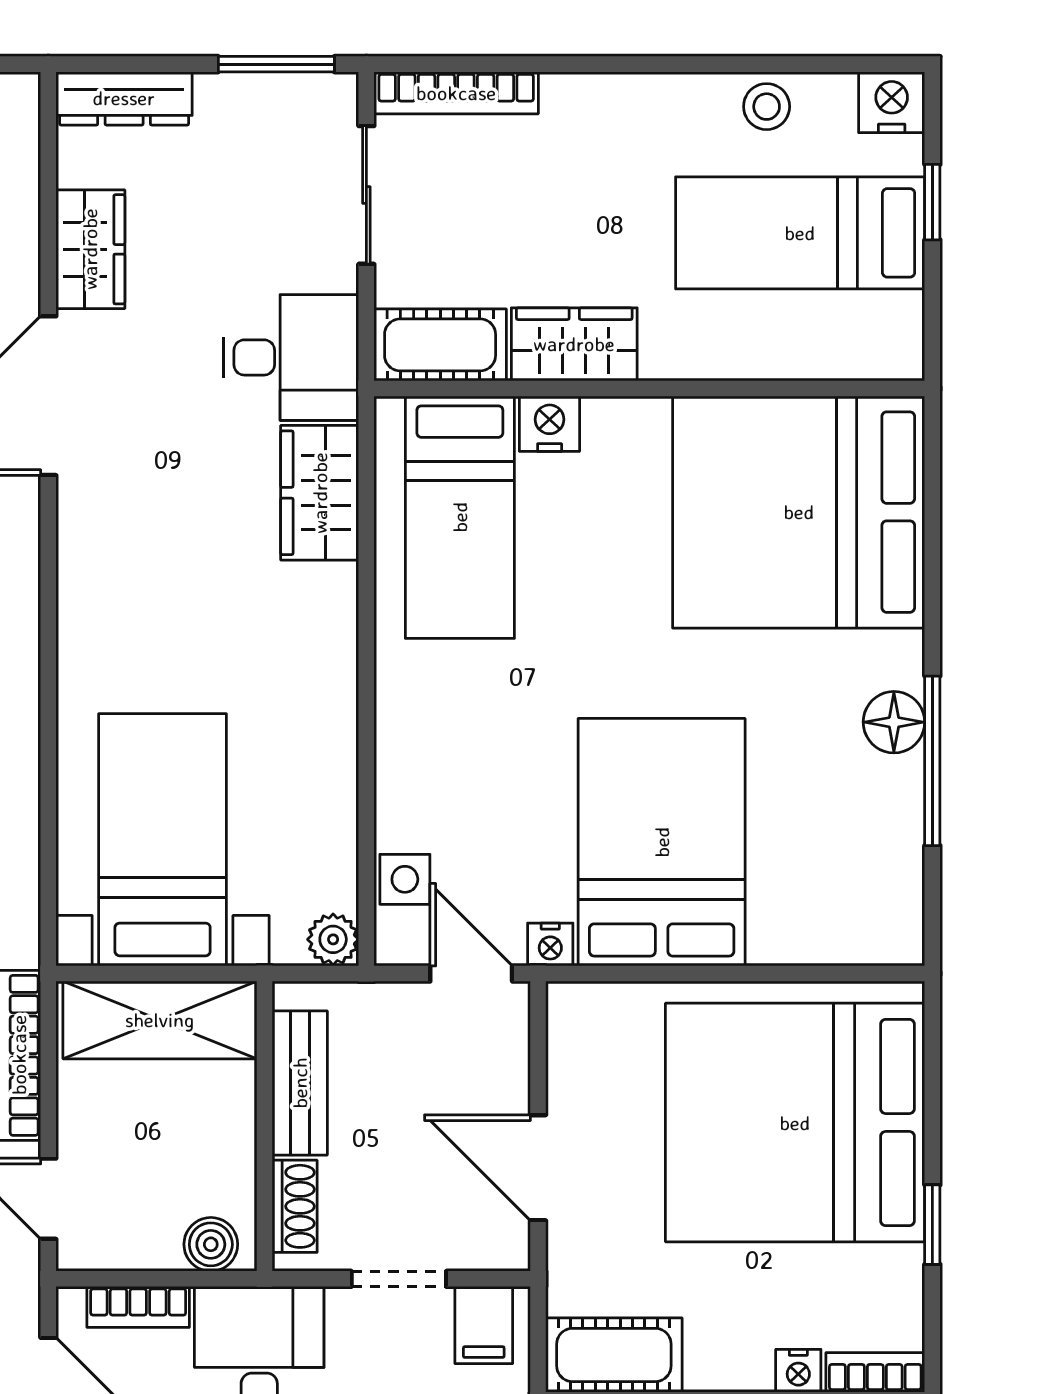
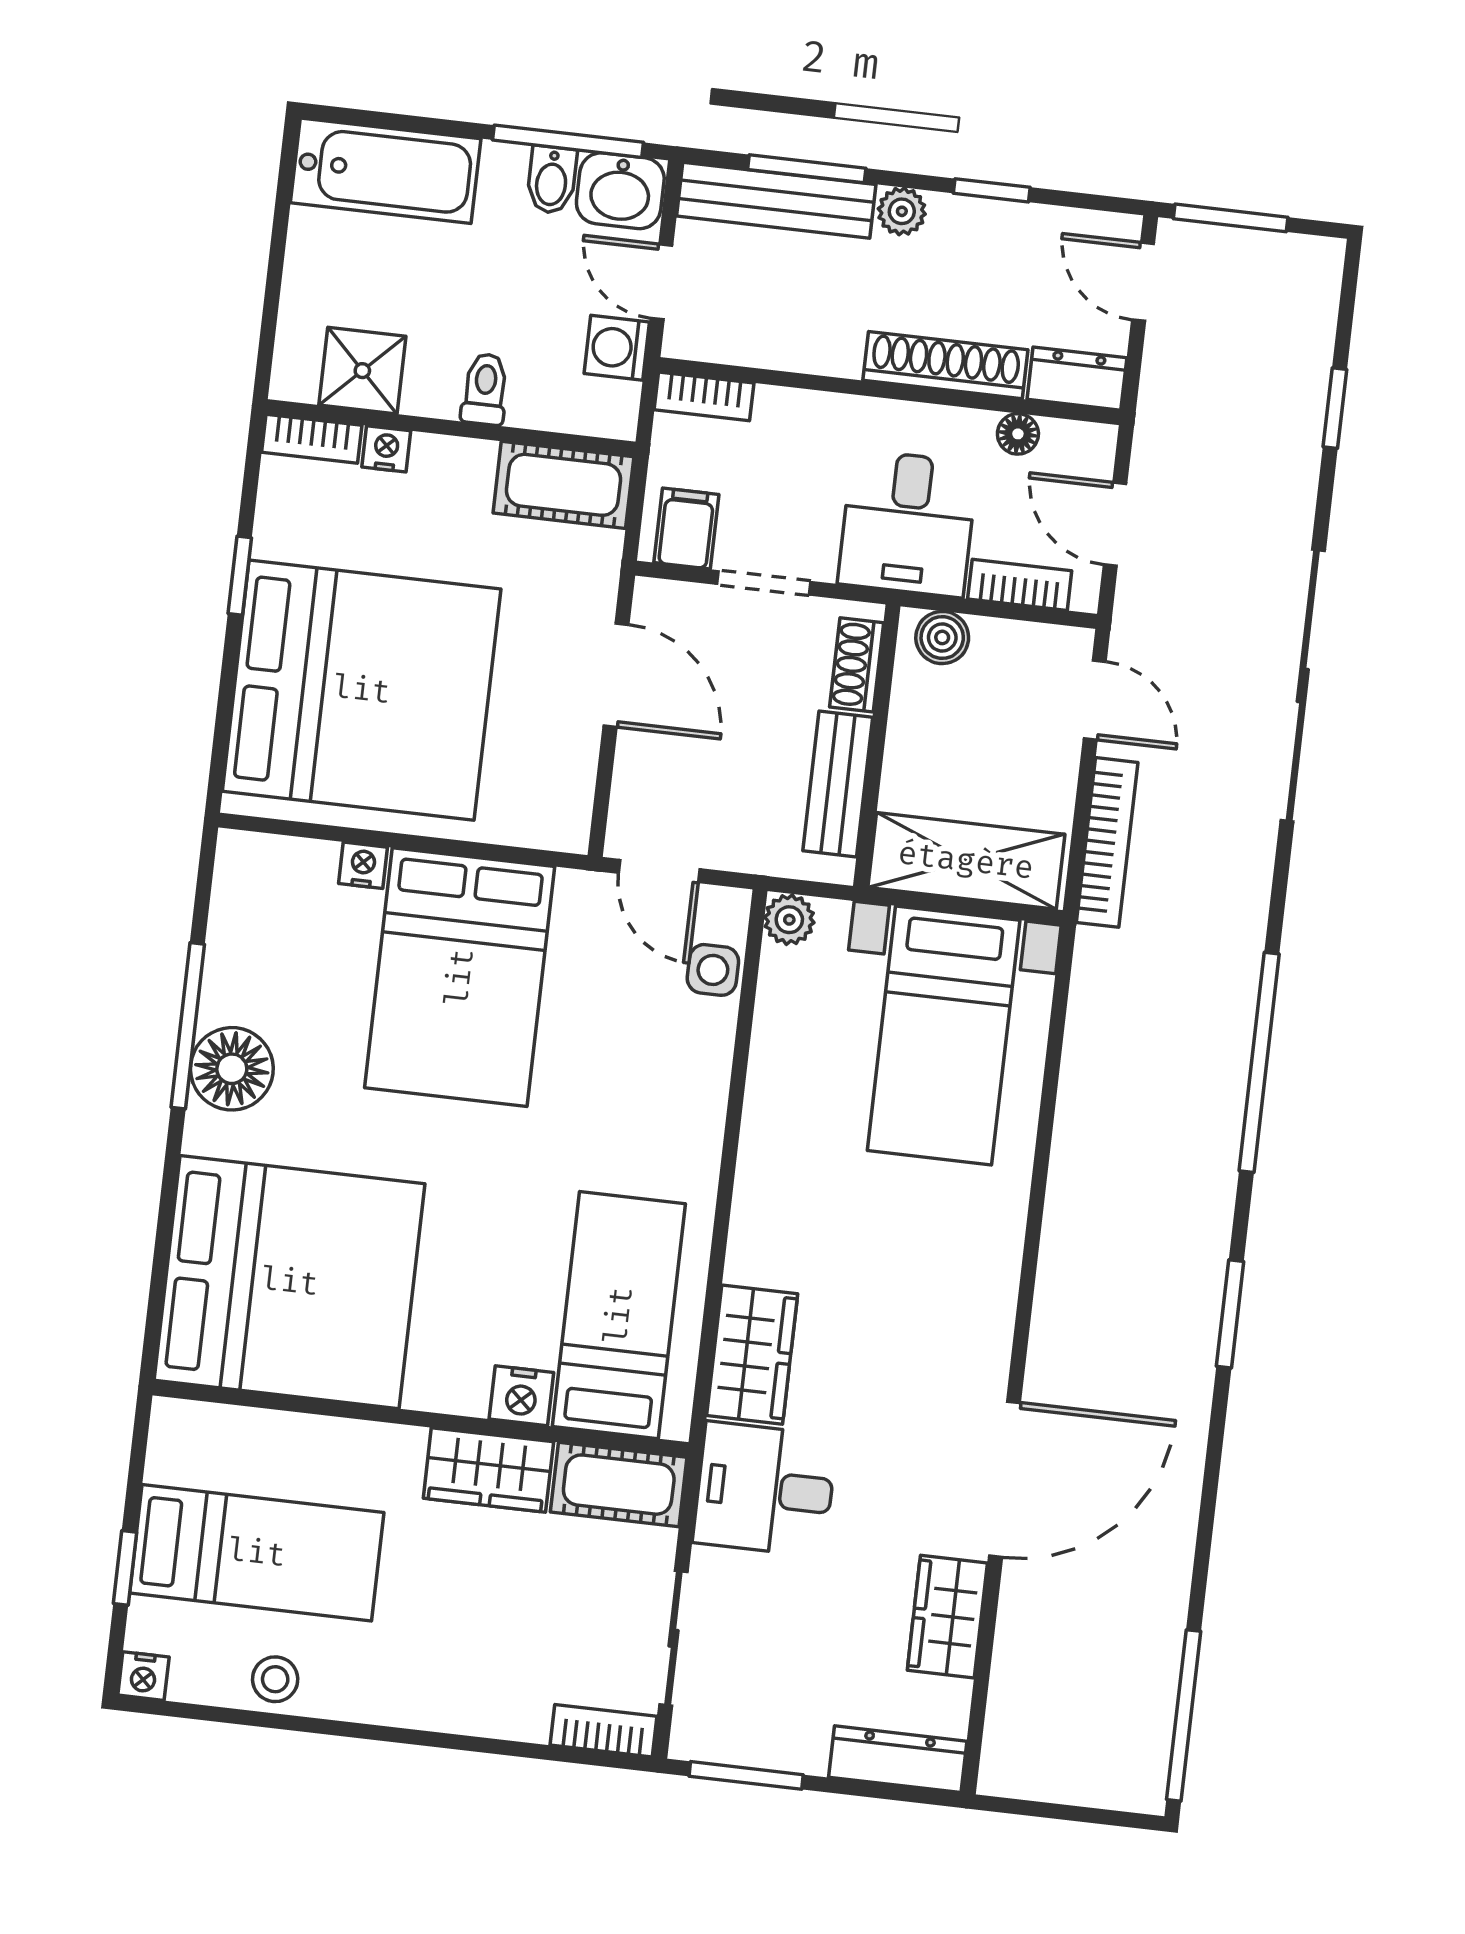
bookcase: (456, 93) -> (604, 1731), width x0.64
nightstand: (892, 102) -> (143, 1676), width x0.72, depth x0.74
floor lamp: (894, 722) -> (232, 1069), width x1.38, depth x1.38
nightstand: (550, 945) -> (363, 865), moved

